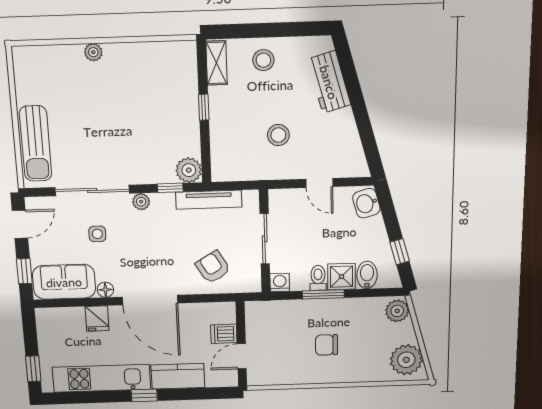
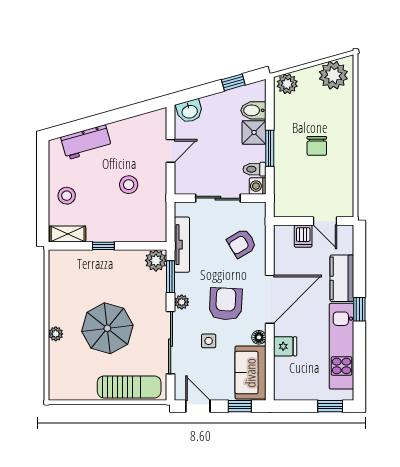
parasol: (104, 115) -> (107, 328), added
window: (170, 188) -> (171, 277), width x1.50
armchair: (142, 252) -> (226, 304), added
toilet: (318, 278) -> (255, 169), moved

